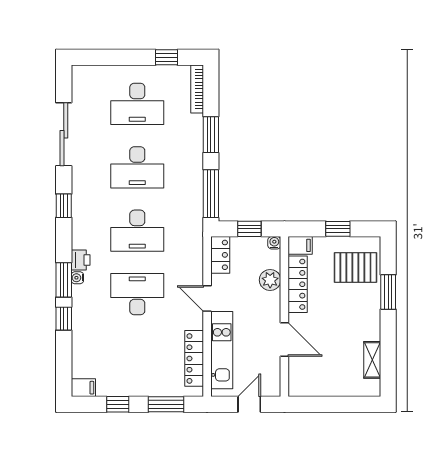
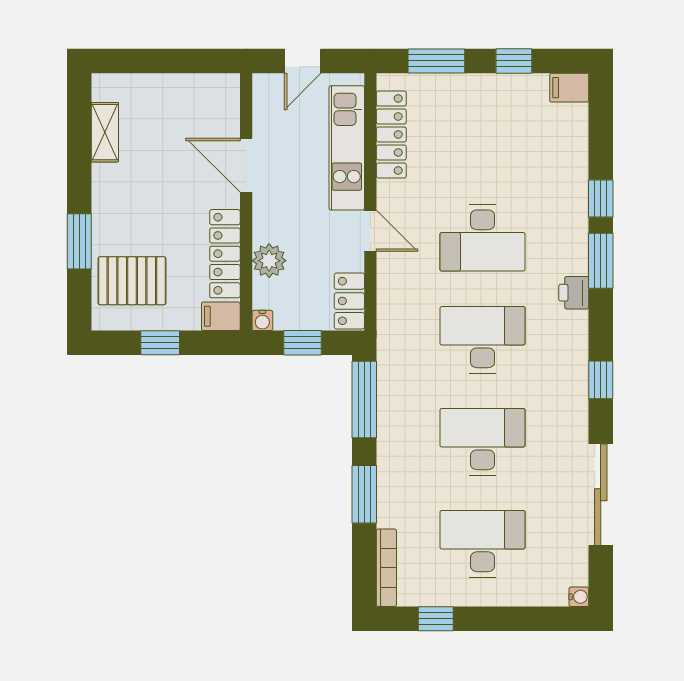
water cooler: (77, 278) -> (579, 597), moved

